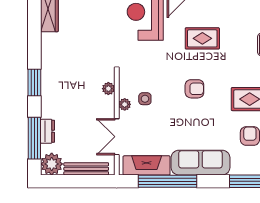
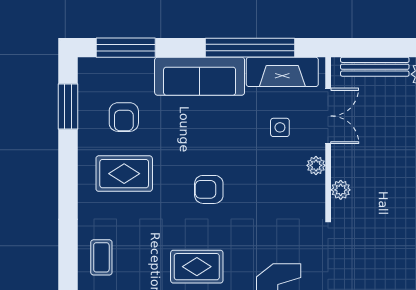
side table: (145, 99) -> (280, 127), moved

